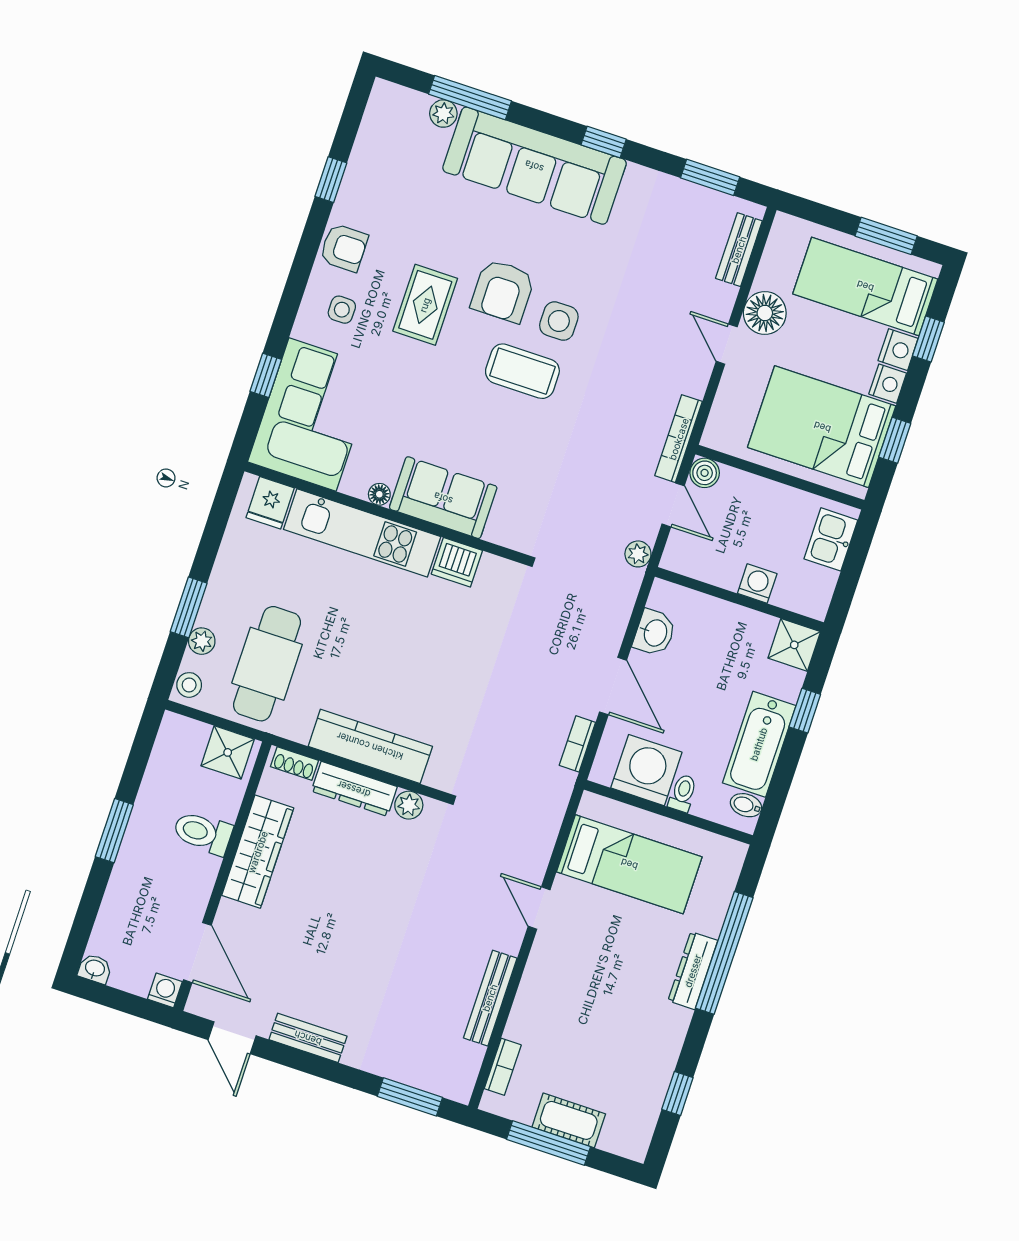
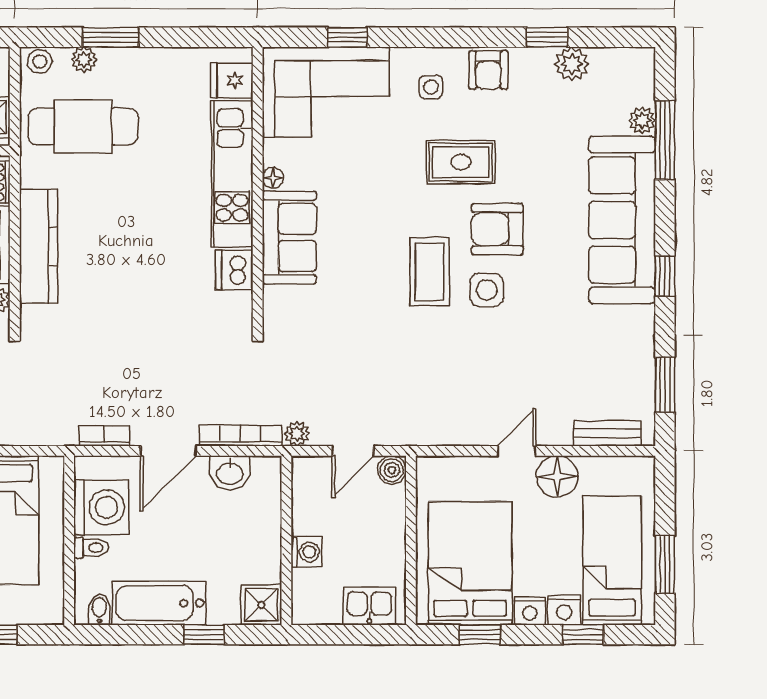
plant: (365, 164) -> (572, 64), added
bookcase: (679, 439) -> (241, 436), moved

